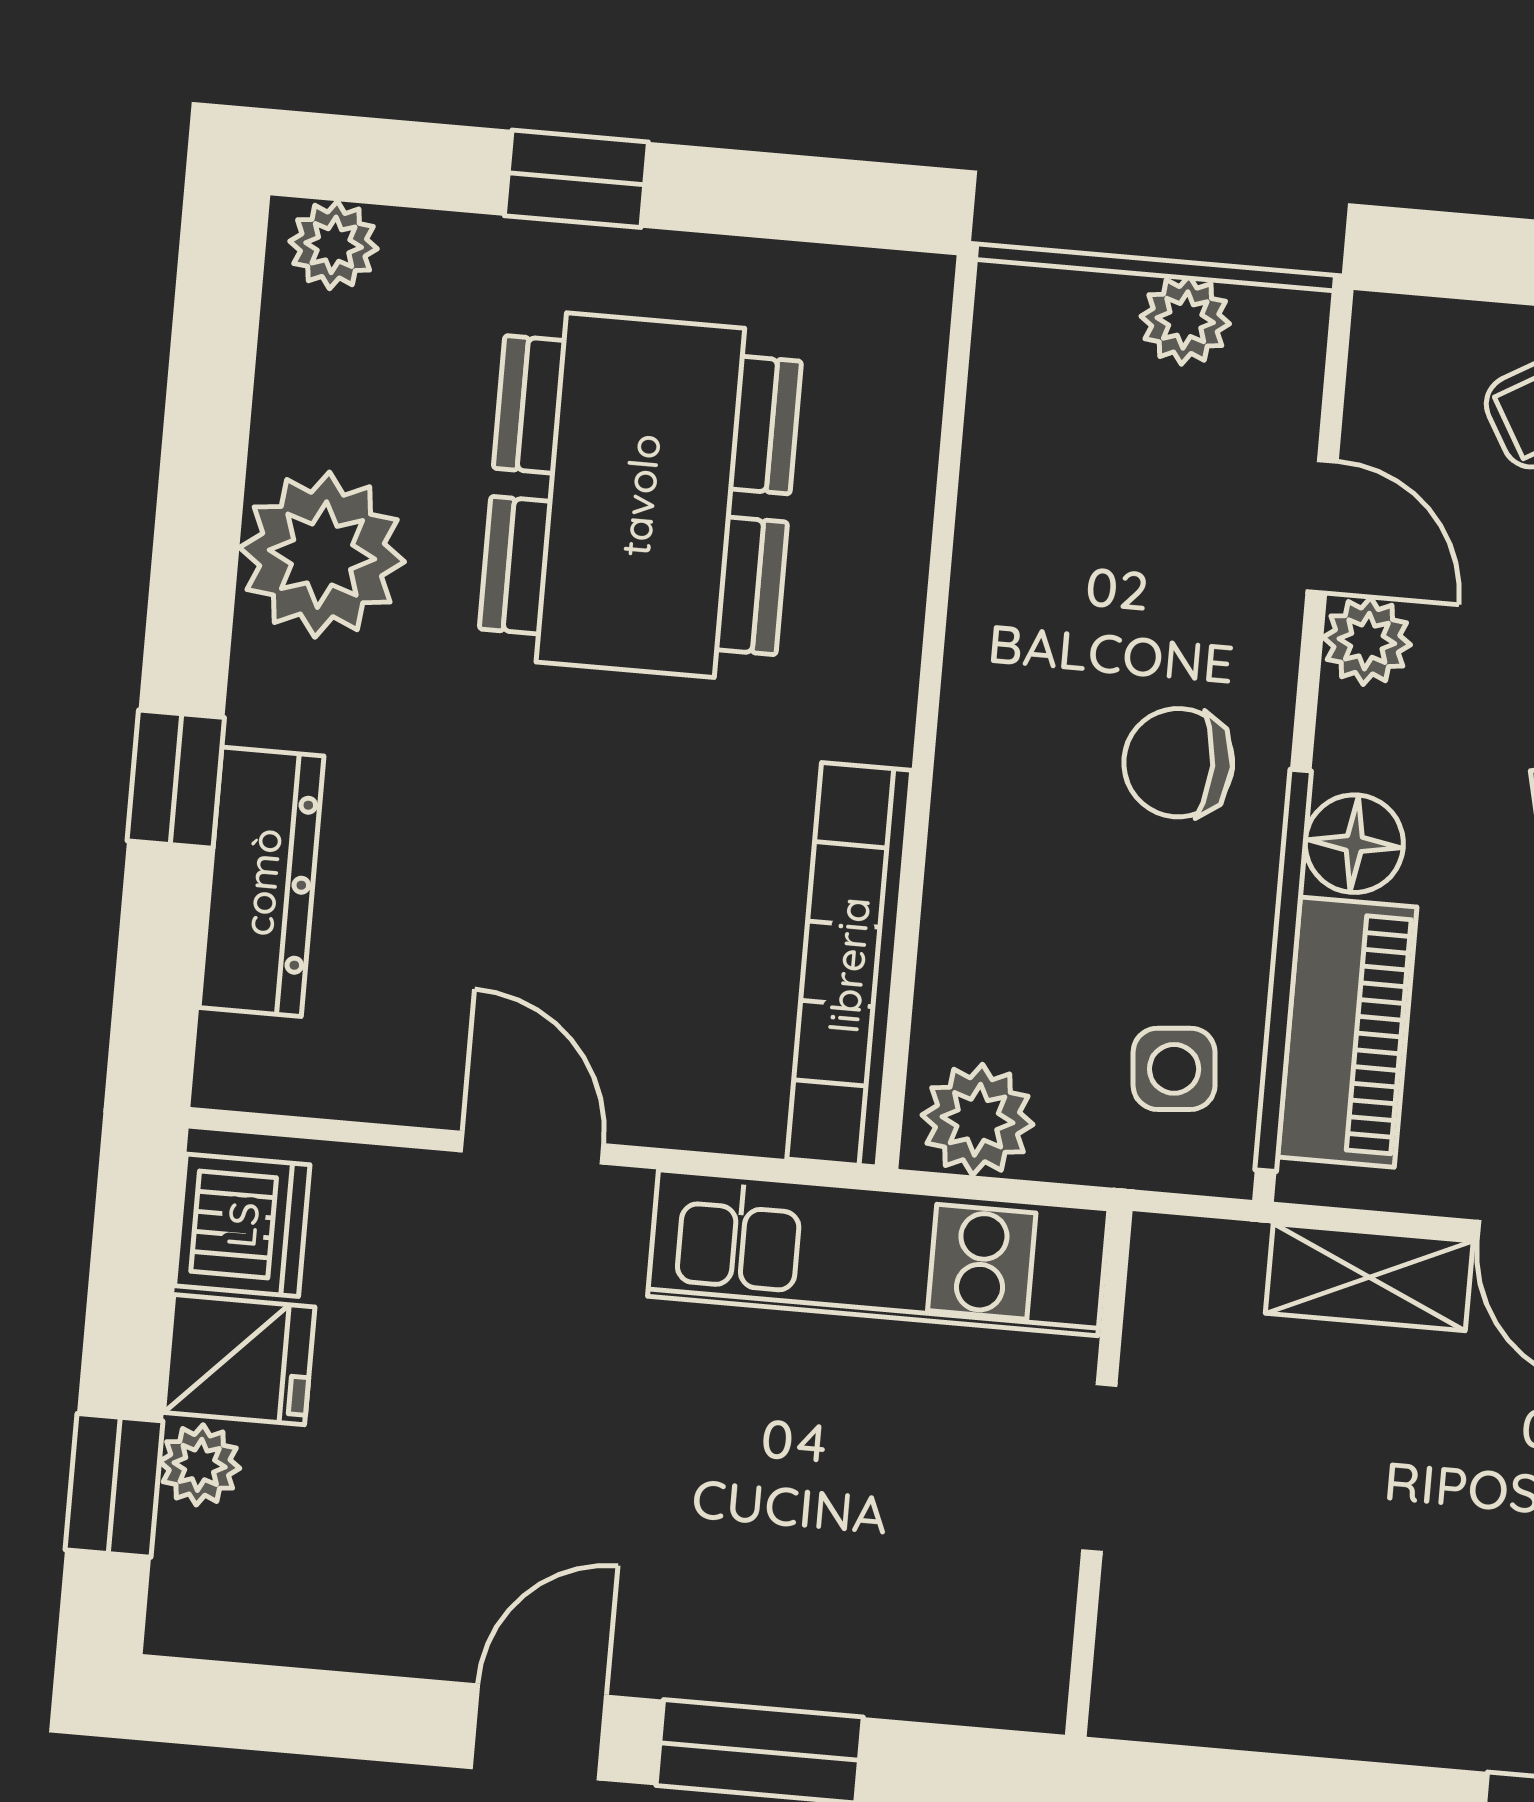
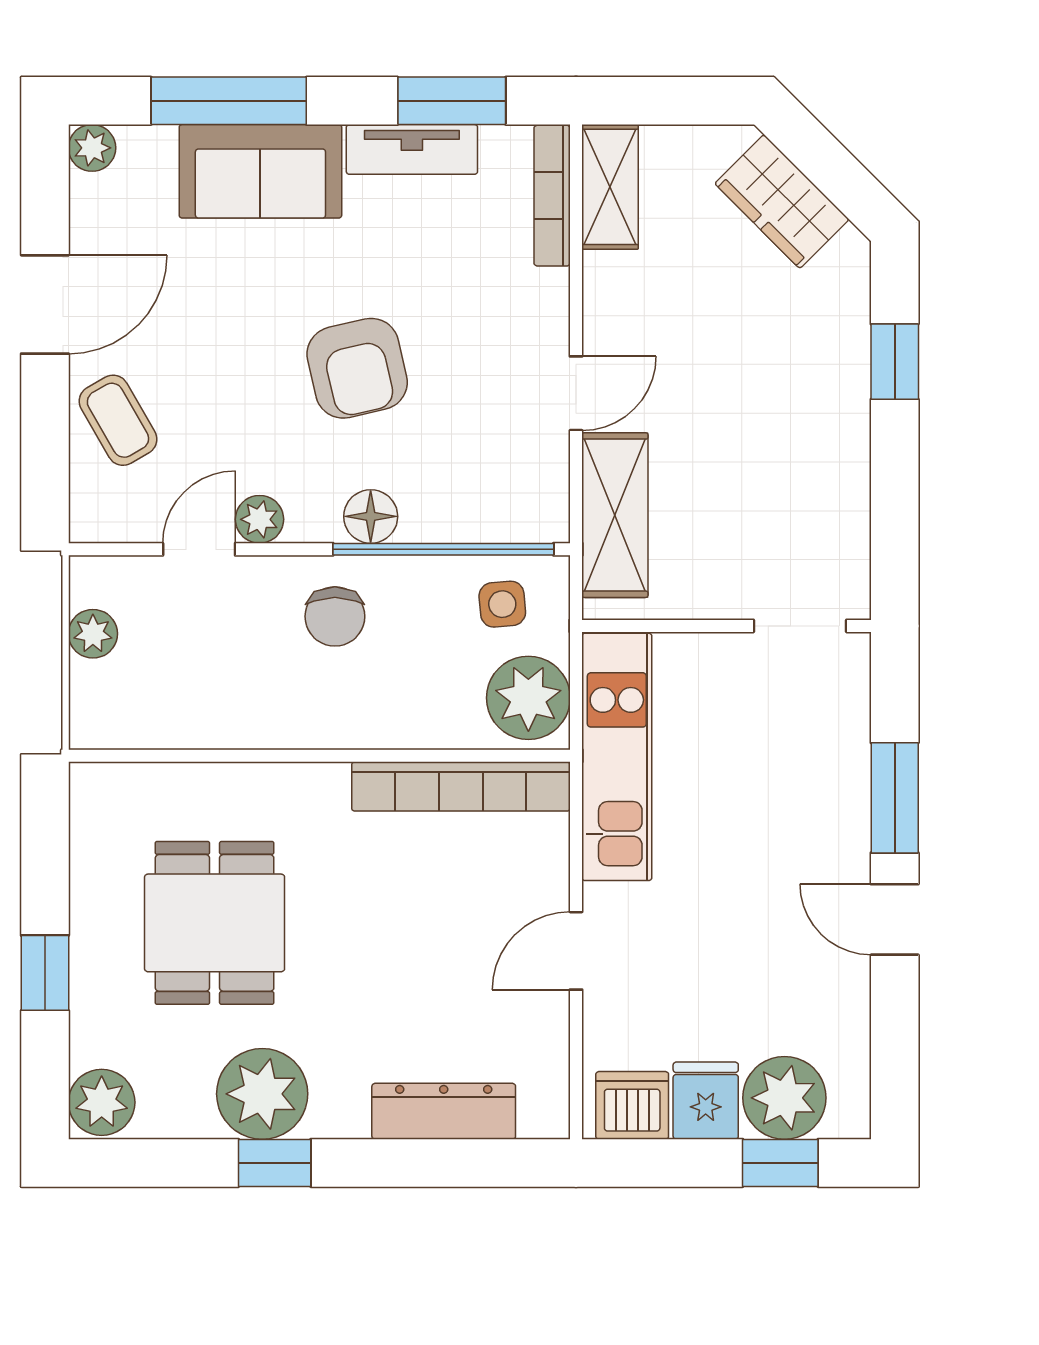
plant: (334, 245) -> (102, 1102), width x1.38, depth x1.38
dining table: (640, 495) -> (215, 923), width x0.73
window: (176, 779) -> (275, 1163), moved
piano: (1347, 1032) -> (474, 511), removed
plant: (978, 1120) -> (528, 698), width x1.36, depth x1.36
shelving: (1369, 1277) -> (615, 515), width x1.50, depth x1.33
plant: (200, 1465) -> (784, 1098), width x1.88, depth x1.88
doorway: (1099, 1468) -> (800, 626), moved

